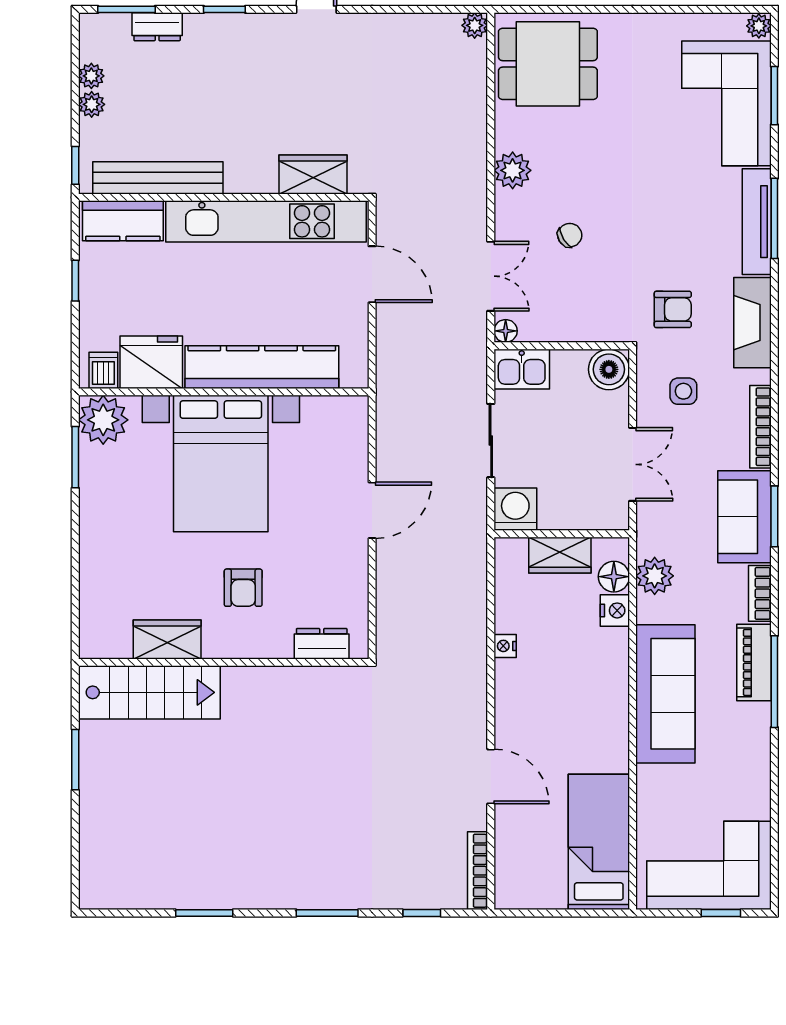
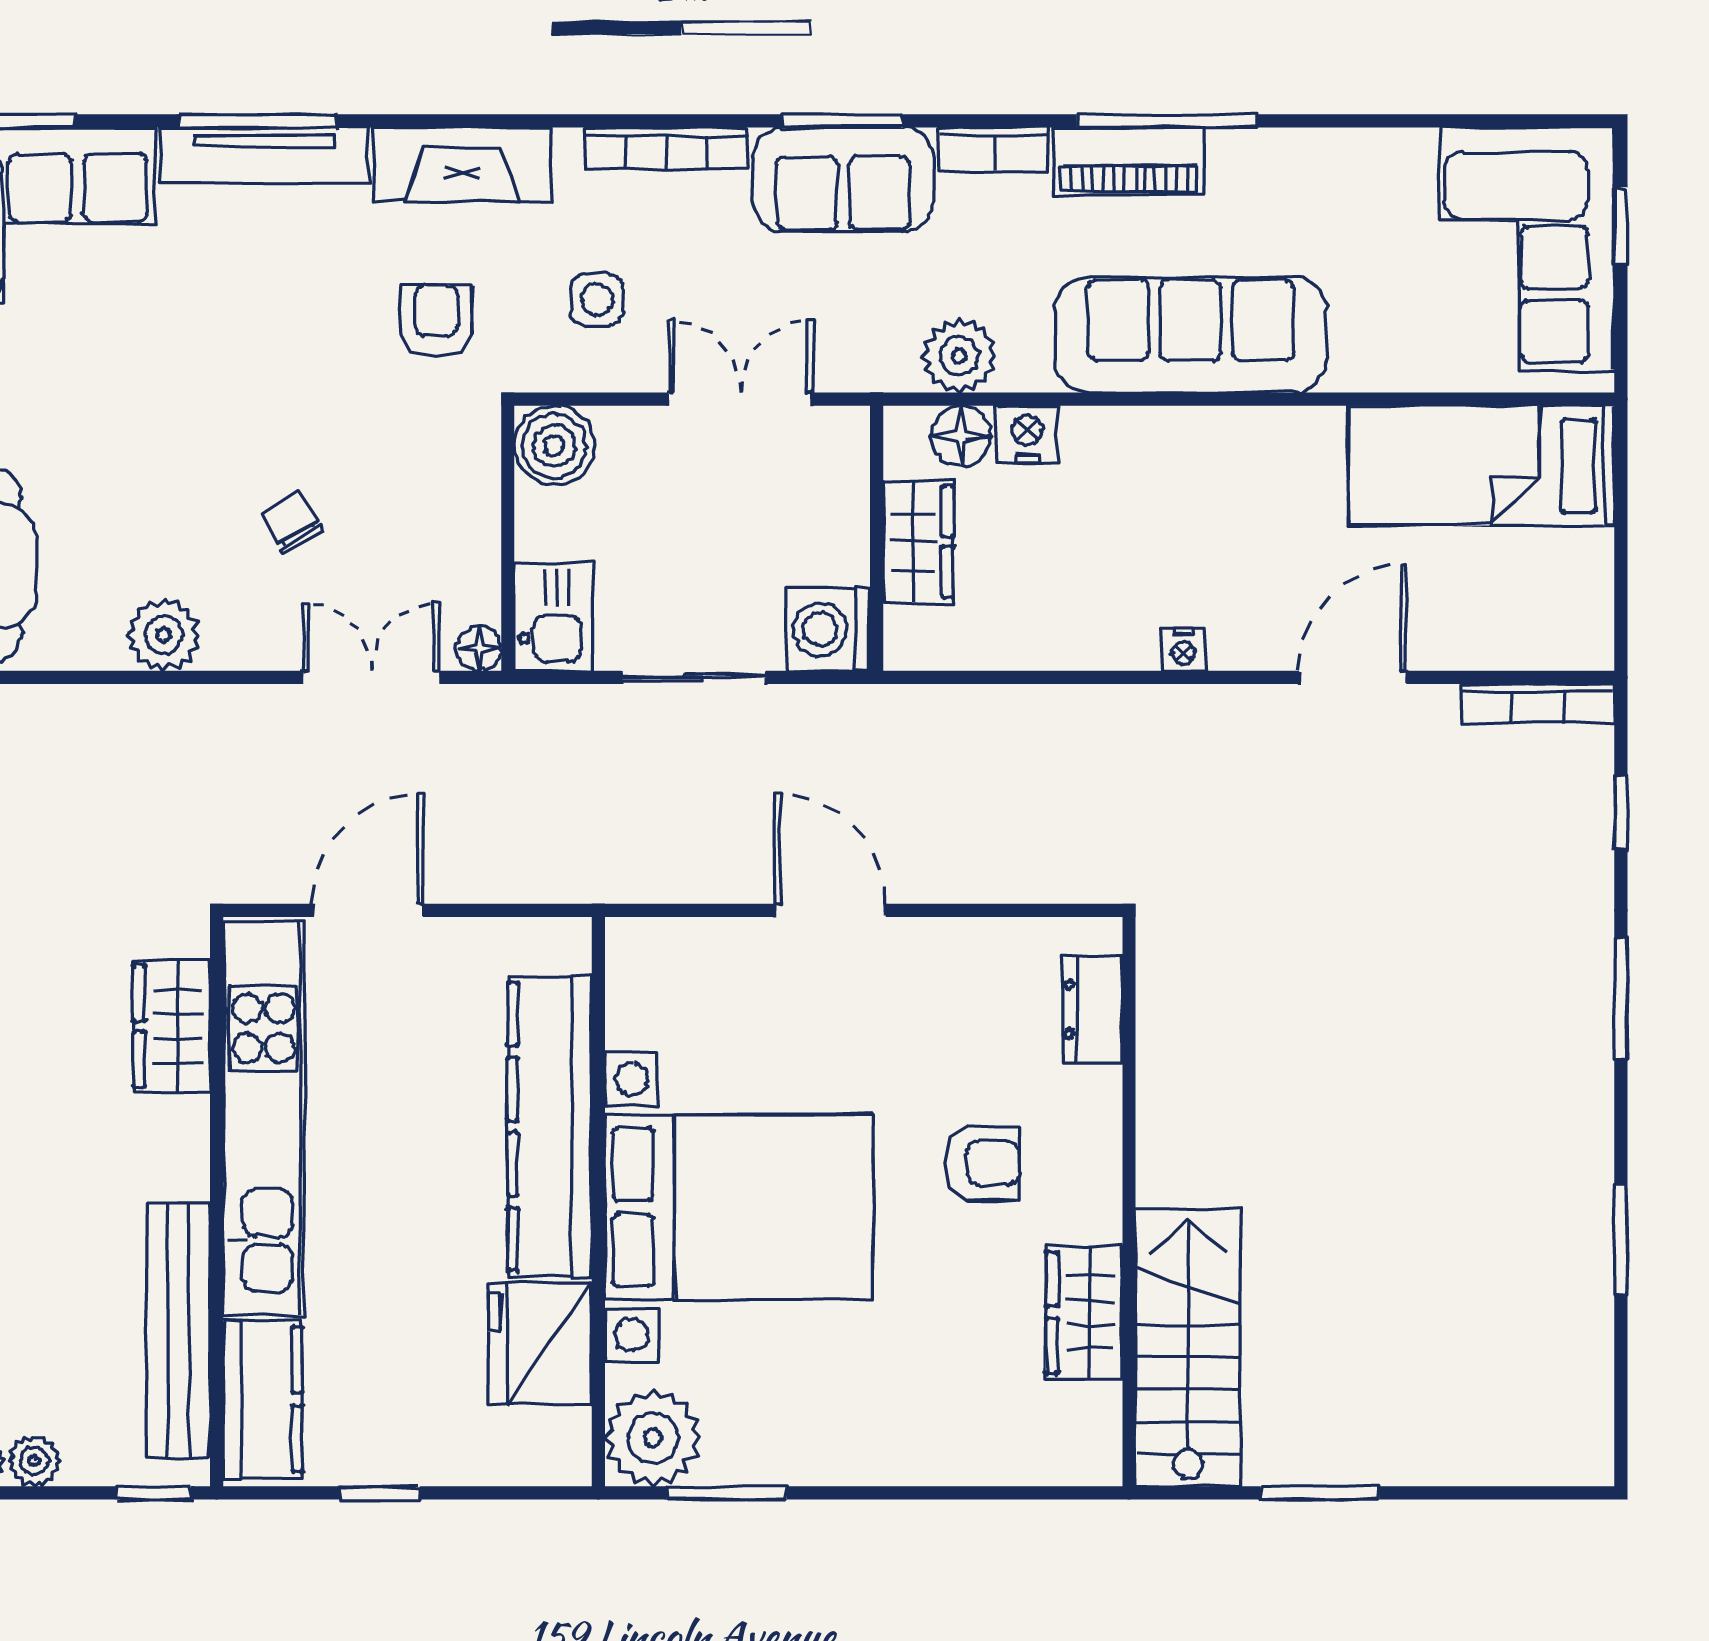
dishwasher: (103, 370) -> (556, 1438), removed
nightstand: (505, 646) -> (1183, 649), moved

